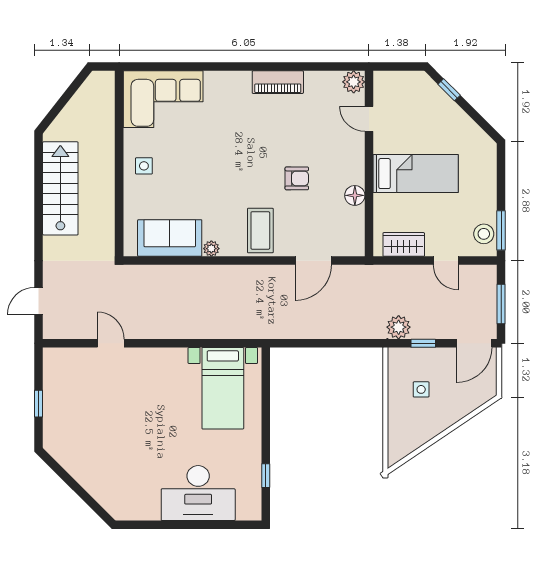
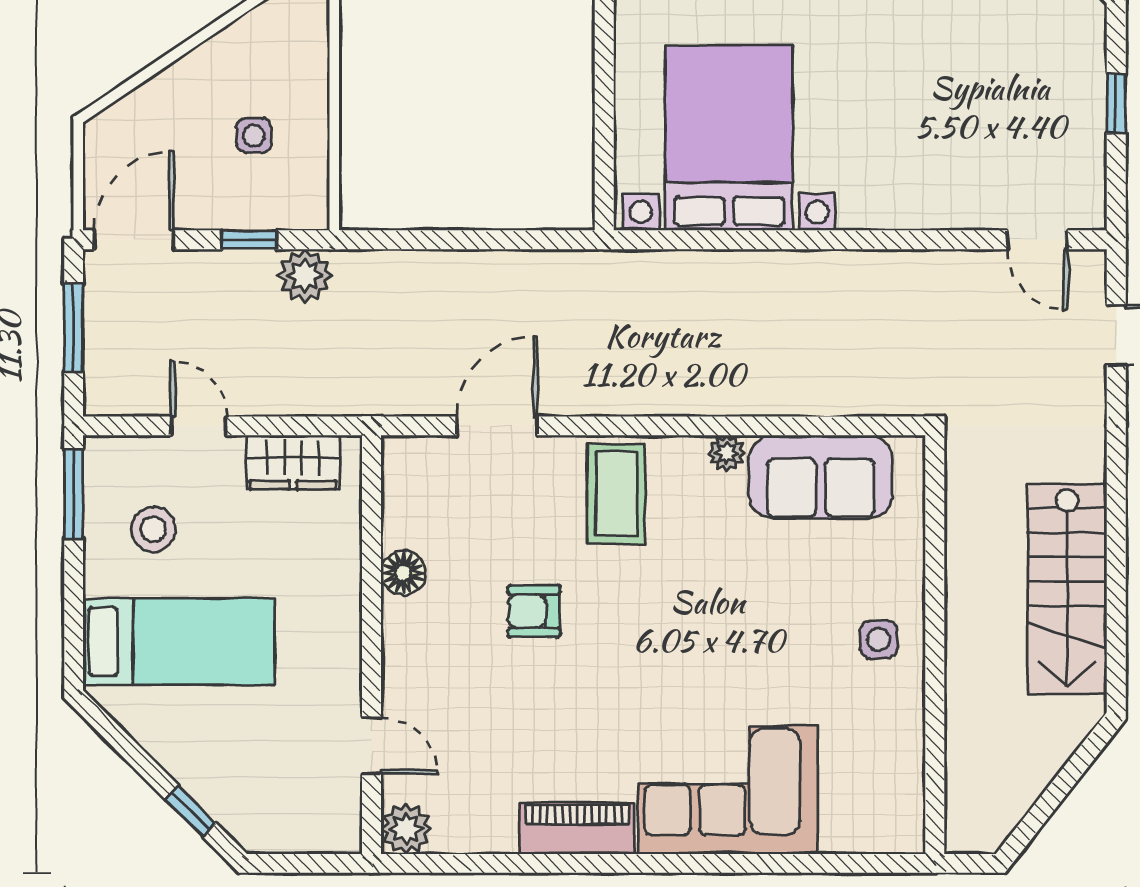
corner sofa: (163, 99) -> (728, 790), moved
bed: (416, 174) -> (179, 642), moved, turned 180
stool: (484, 234) -> (154, 529), moved
door: (111, 343) -> (1038, 240), moved
bed with nightstands: (223, 388) -> (729, 138), width x1.36

